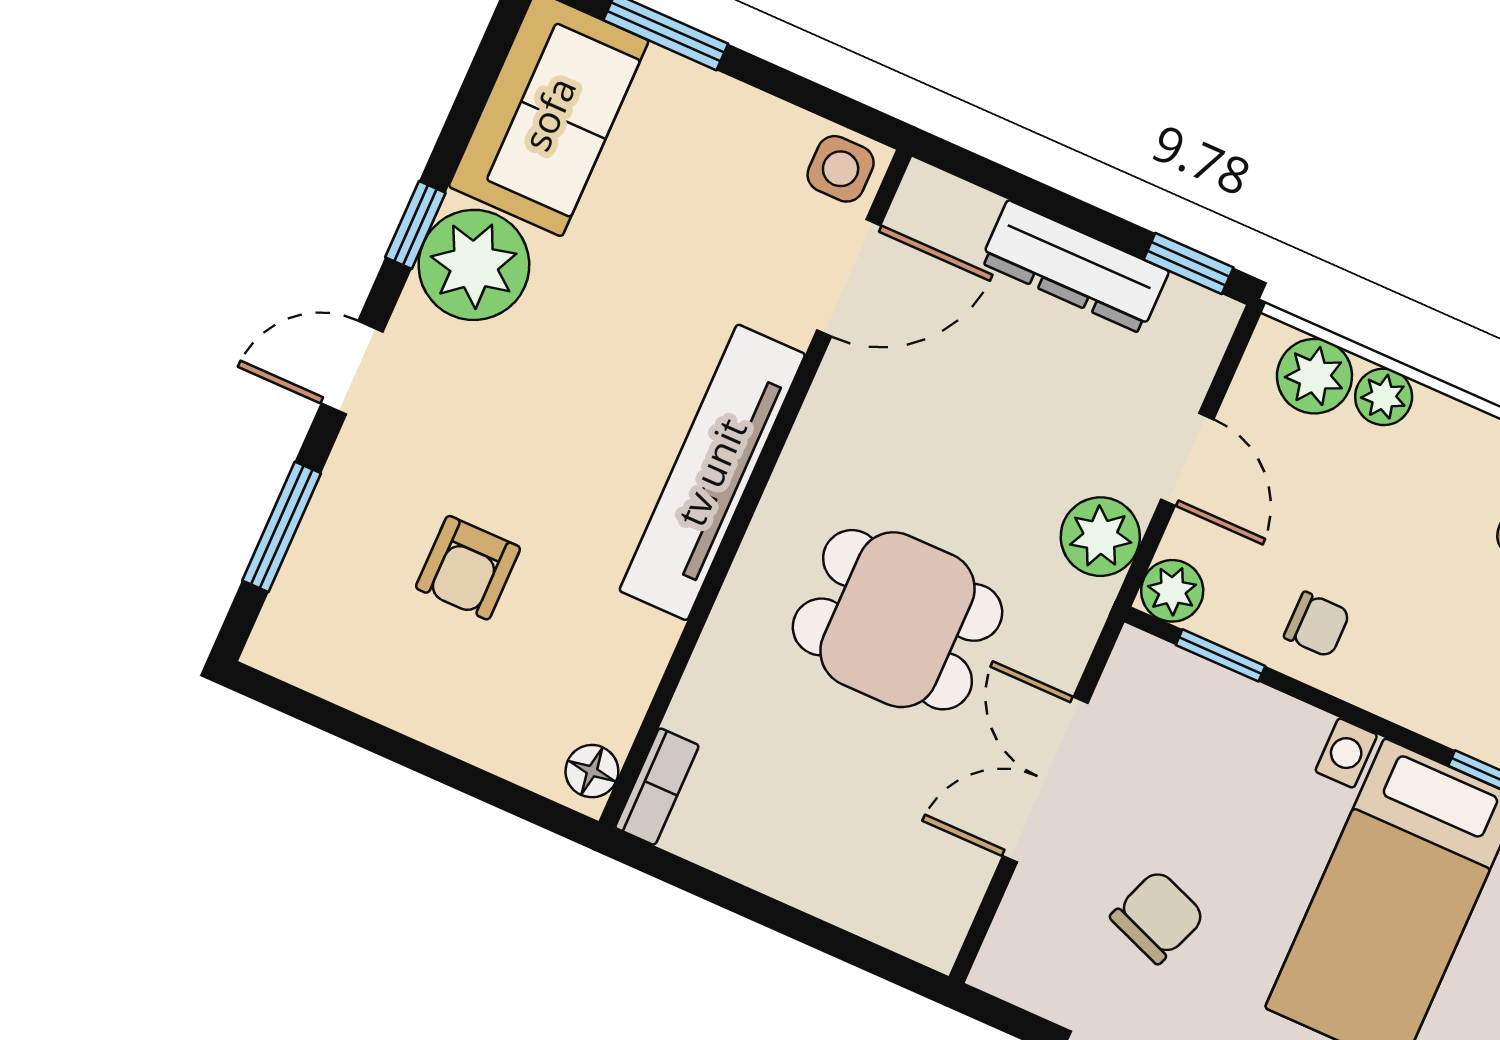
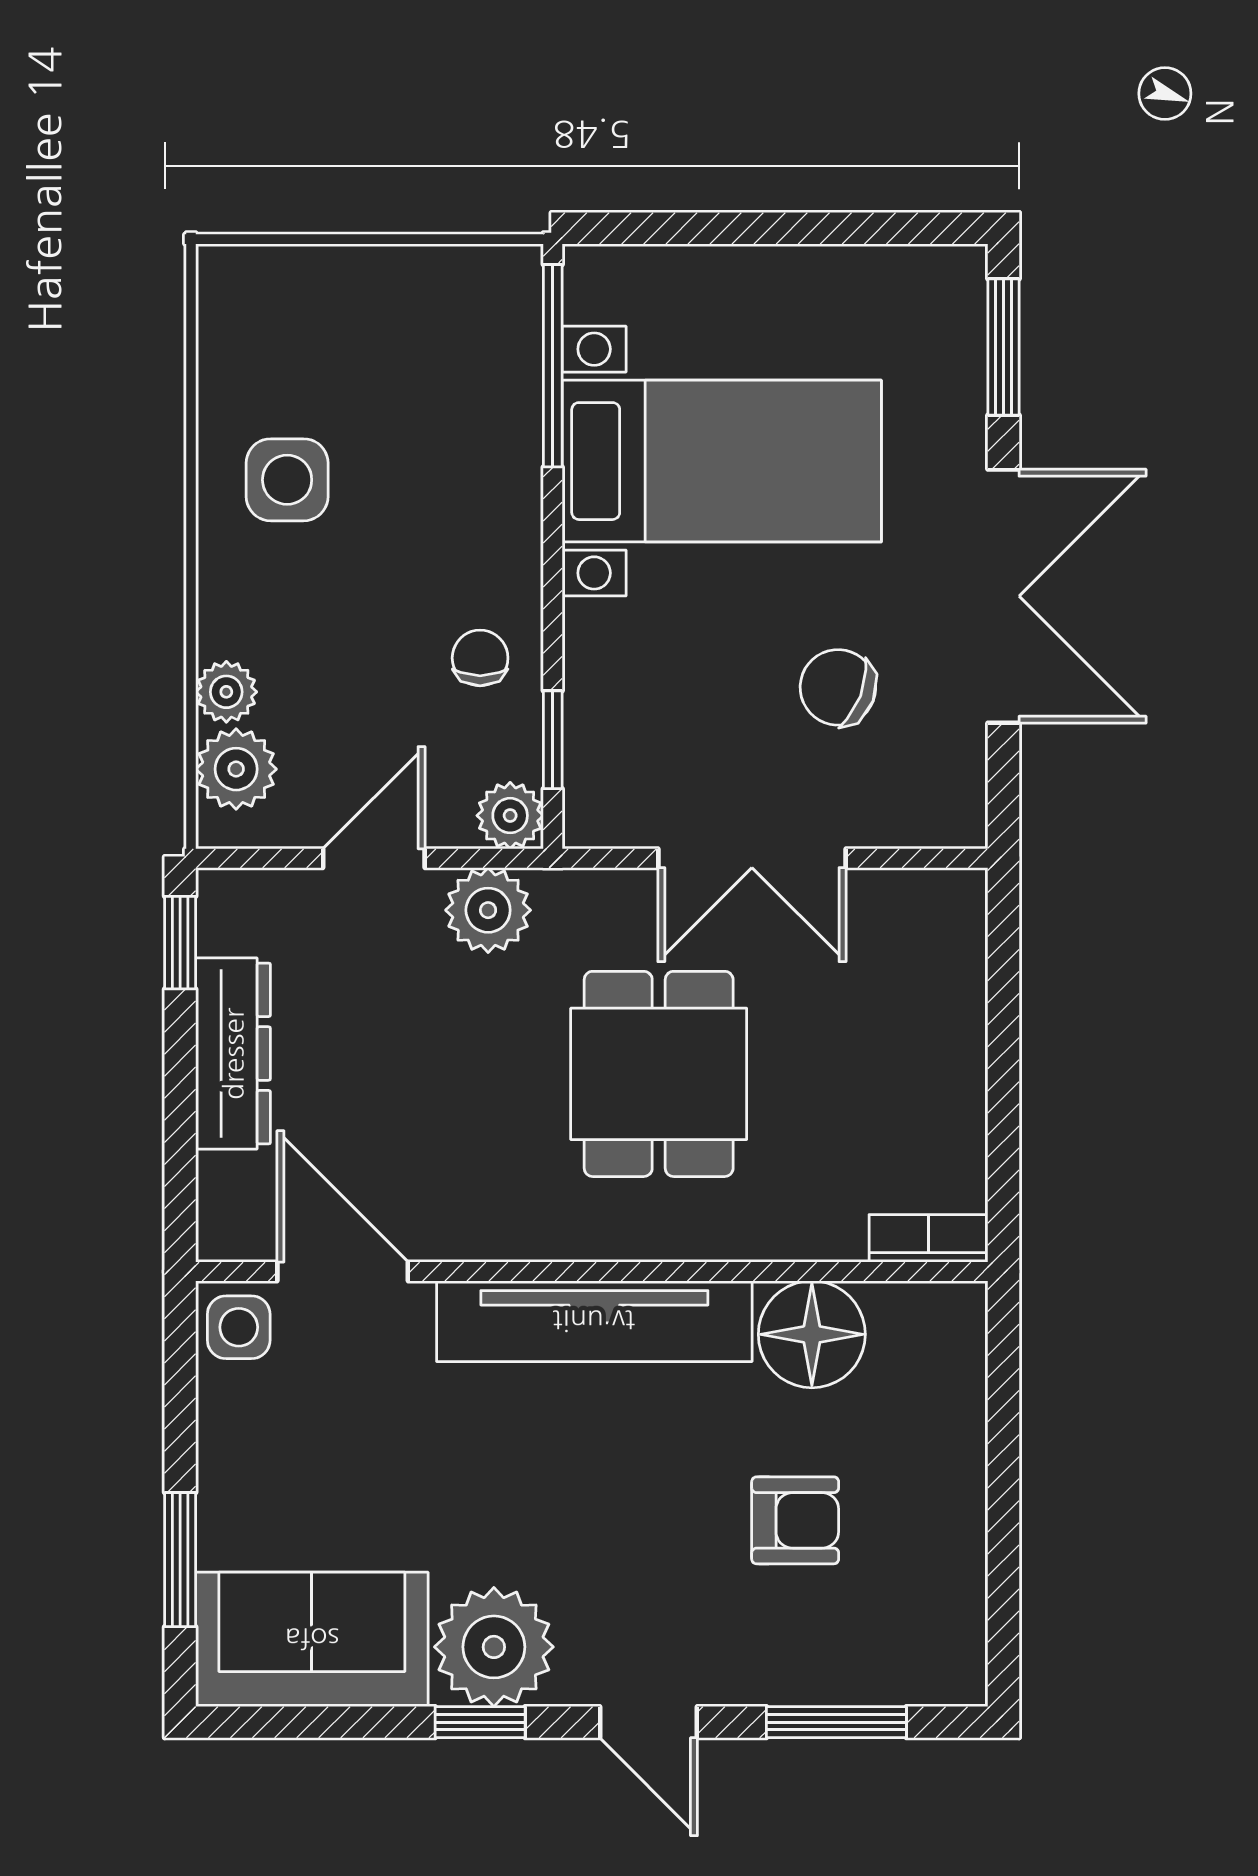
floor lamp: (592, 771) -> (812, 1334), moved, width x1.89, depth x1.89

